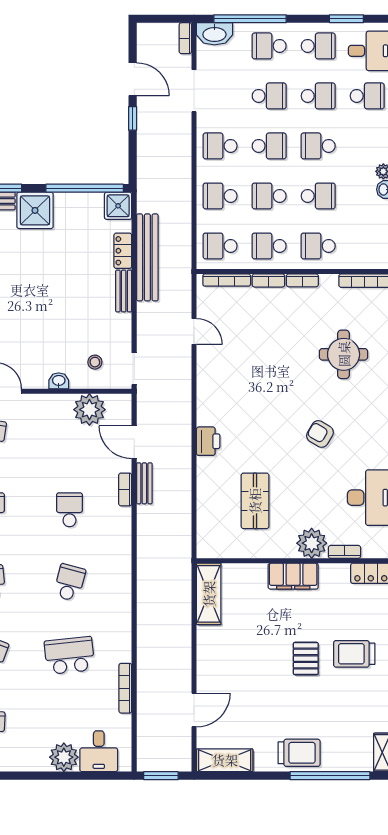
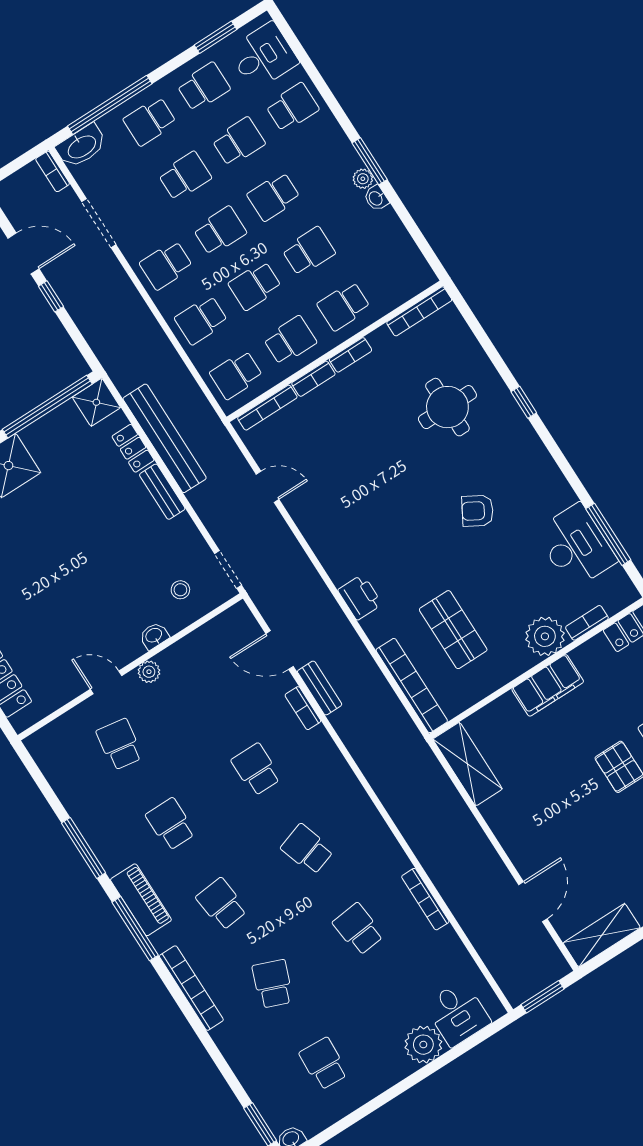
school desk: (269, 246) -> (290, 340), turned 180
plant: (89, 410) -> (149, 672), moved, width x0.53, depth x0.53
bookcase: (205, 520) -> (412, 686), added
school desk: (69, 583) -> (307, 849), turned -33
school desk: (69, 655) -> (358, 929), width x0.54
bookcase: (125, 688) -> (425, 899), moved

